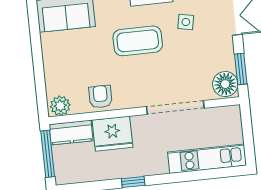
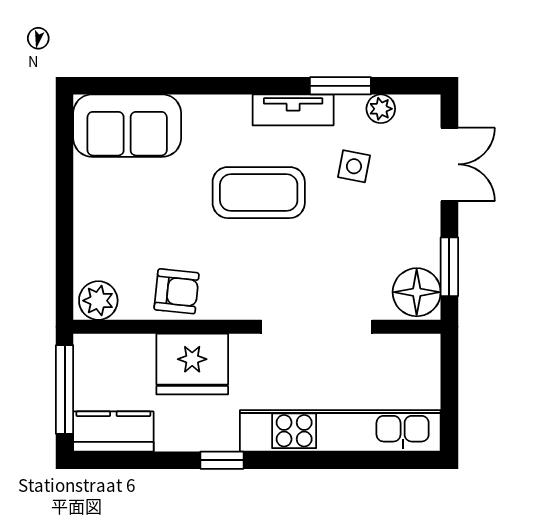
armchair: (100, 97) -> (177, 291), turned 96
kitchen counter: (71, 133) -> (113, 431), moved, turned 180
kitchen unit: (207, 159) -> (340, 431), width x1.36

